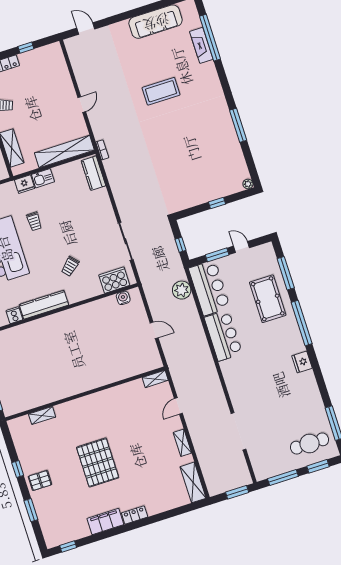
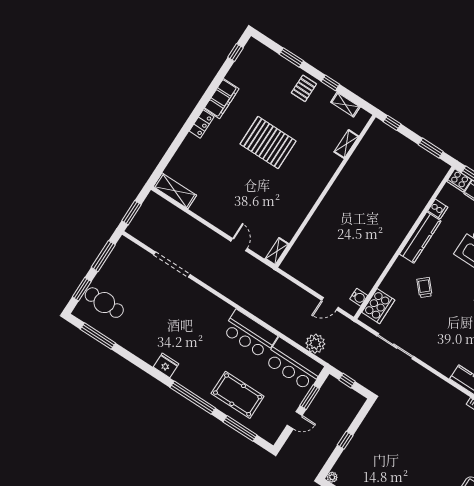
door: (154, 330) -> (330, 304), moved
shelving: (182, 443) -> (345, 105), moved
cafe table: (310, 444) -> (104, 303), turned 90

